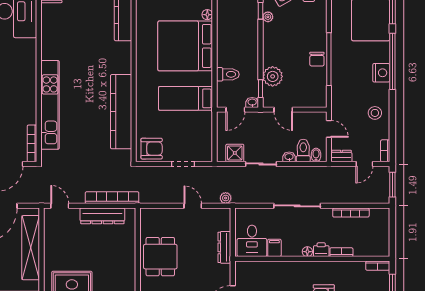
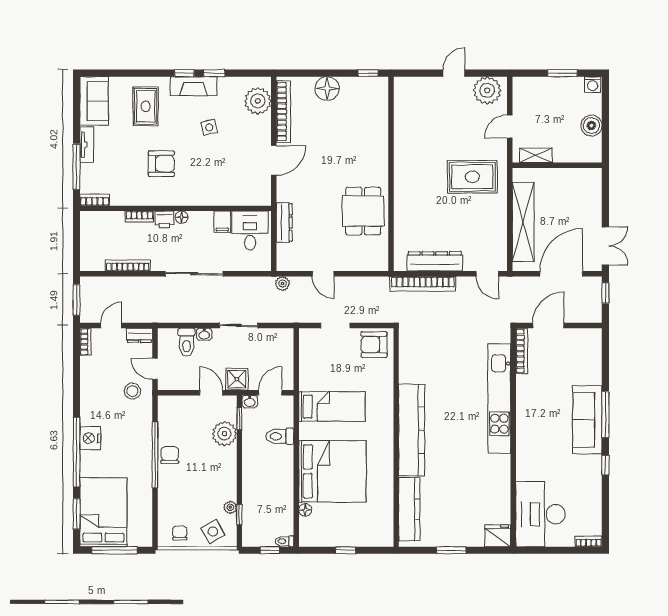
kitchen counter: (121, 112) -> (412, 430), moved
stool: (375, 113) -> (132, 391), moved
shower: (235, 153) -> (237, 379), moved
bidet: (316, 155) -> (171, 337), removed

